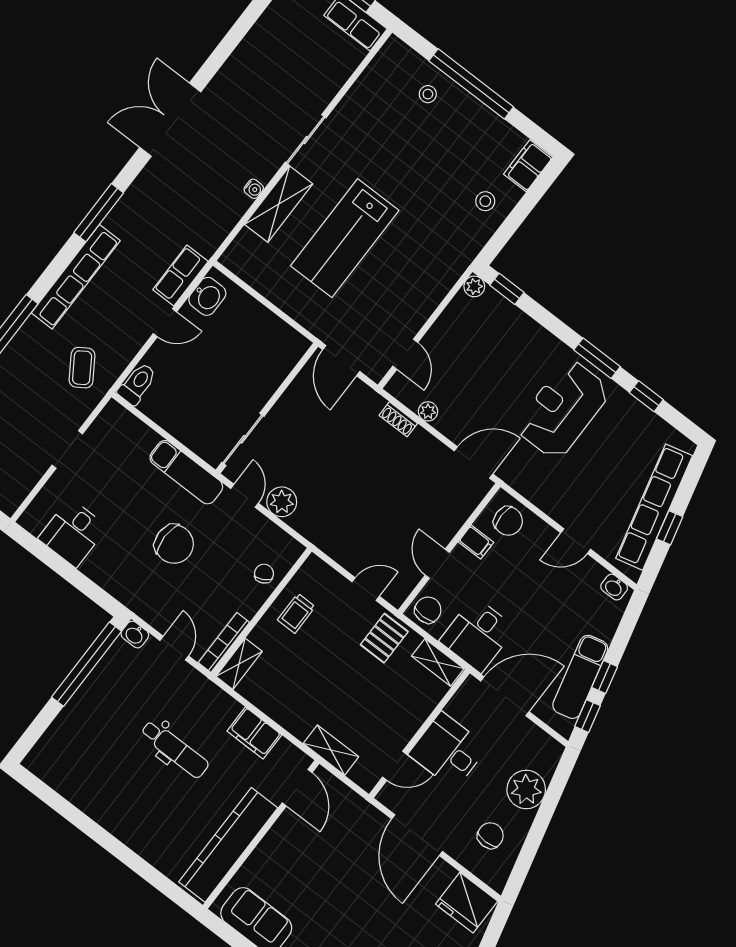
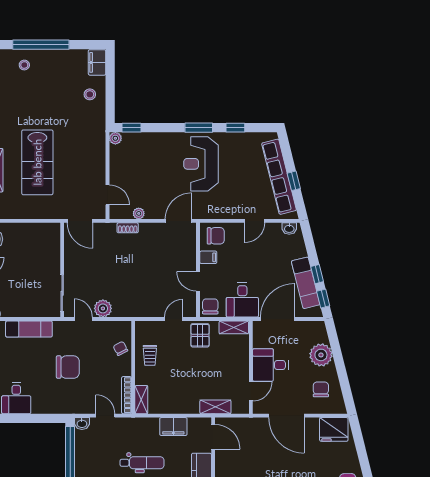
exam couch: (186, 472) -> (29, 329), moved

